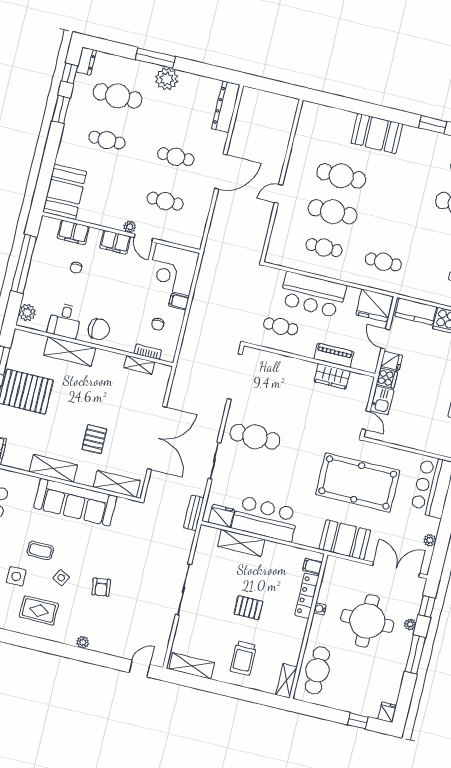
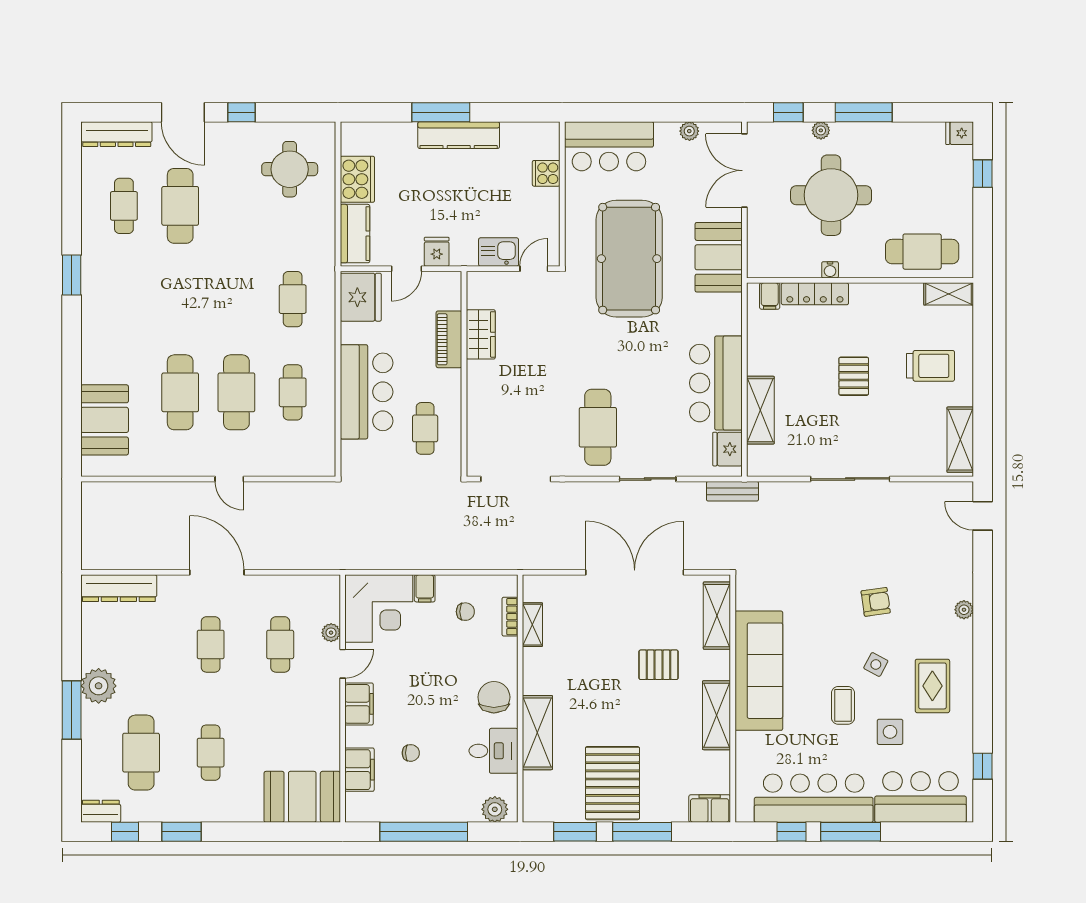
booth: (377, 133) -> (105, 420), moved
plant: (130, 227) -> (331, 633), moved
cooker: (387, 378) -> (546, 173), moved, turned -90

